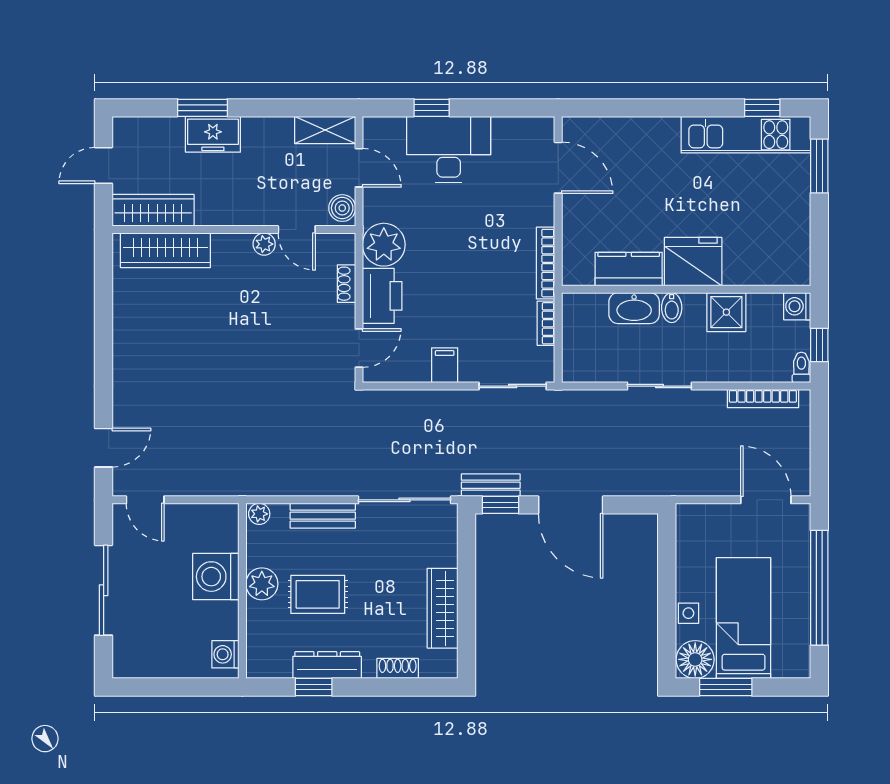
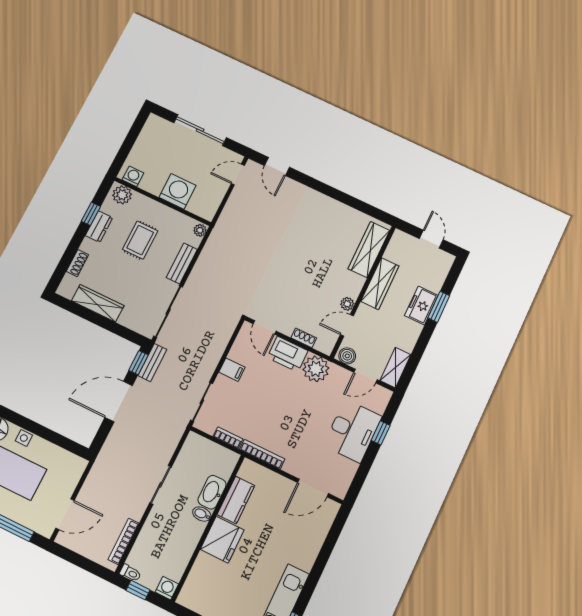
wardrobe: (153, 210) -> (380, 284), moved
shower: (726, 312) -> (184, 545), removed
plant: (262, 584) -> (122, 195), moved
dresser: (327, 665) -> (99, 227), width x0.70

